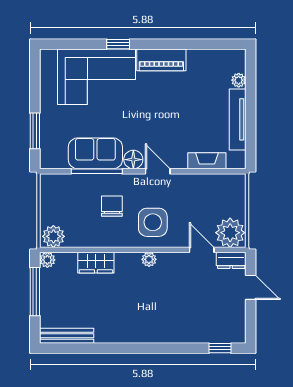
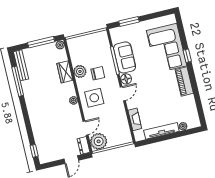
plant: (53, 236) -> (80, 71), moved
window: (93, 348) -> (18, 81), added

